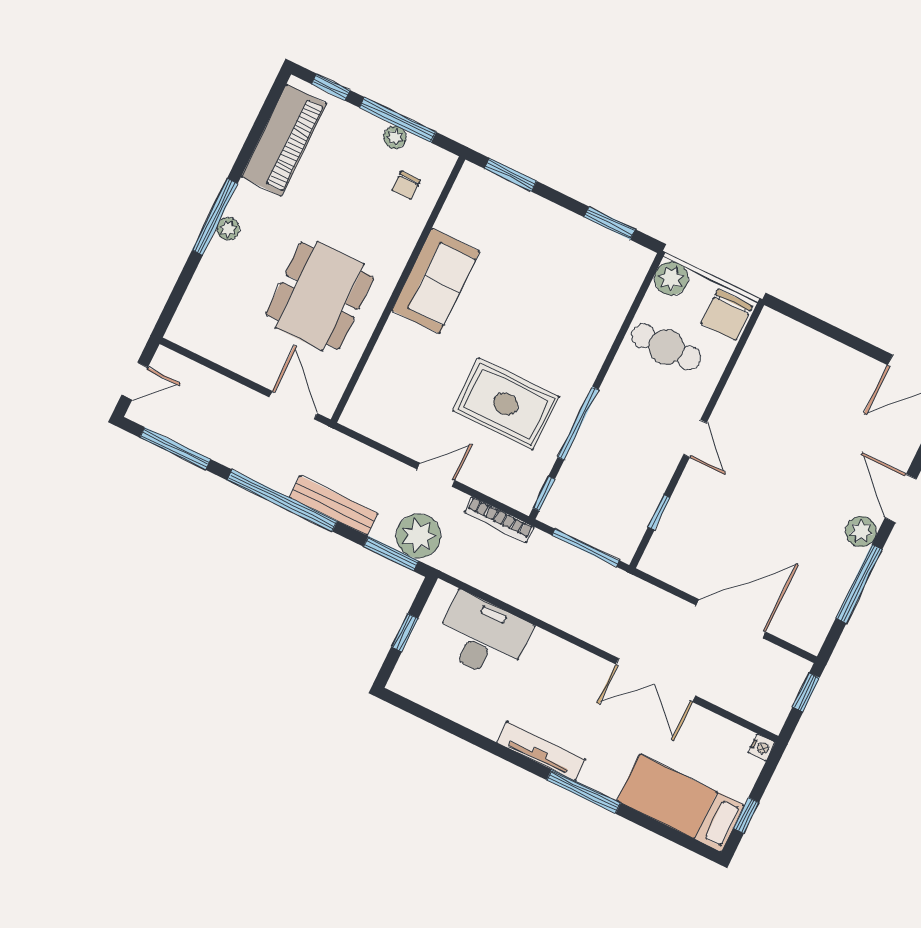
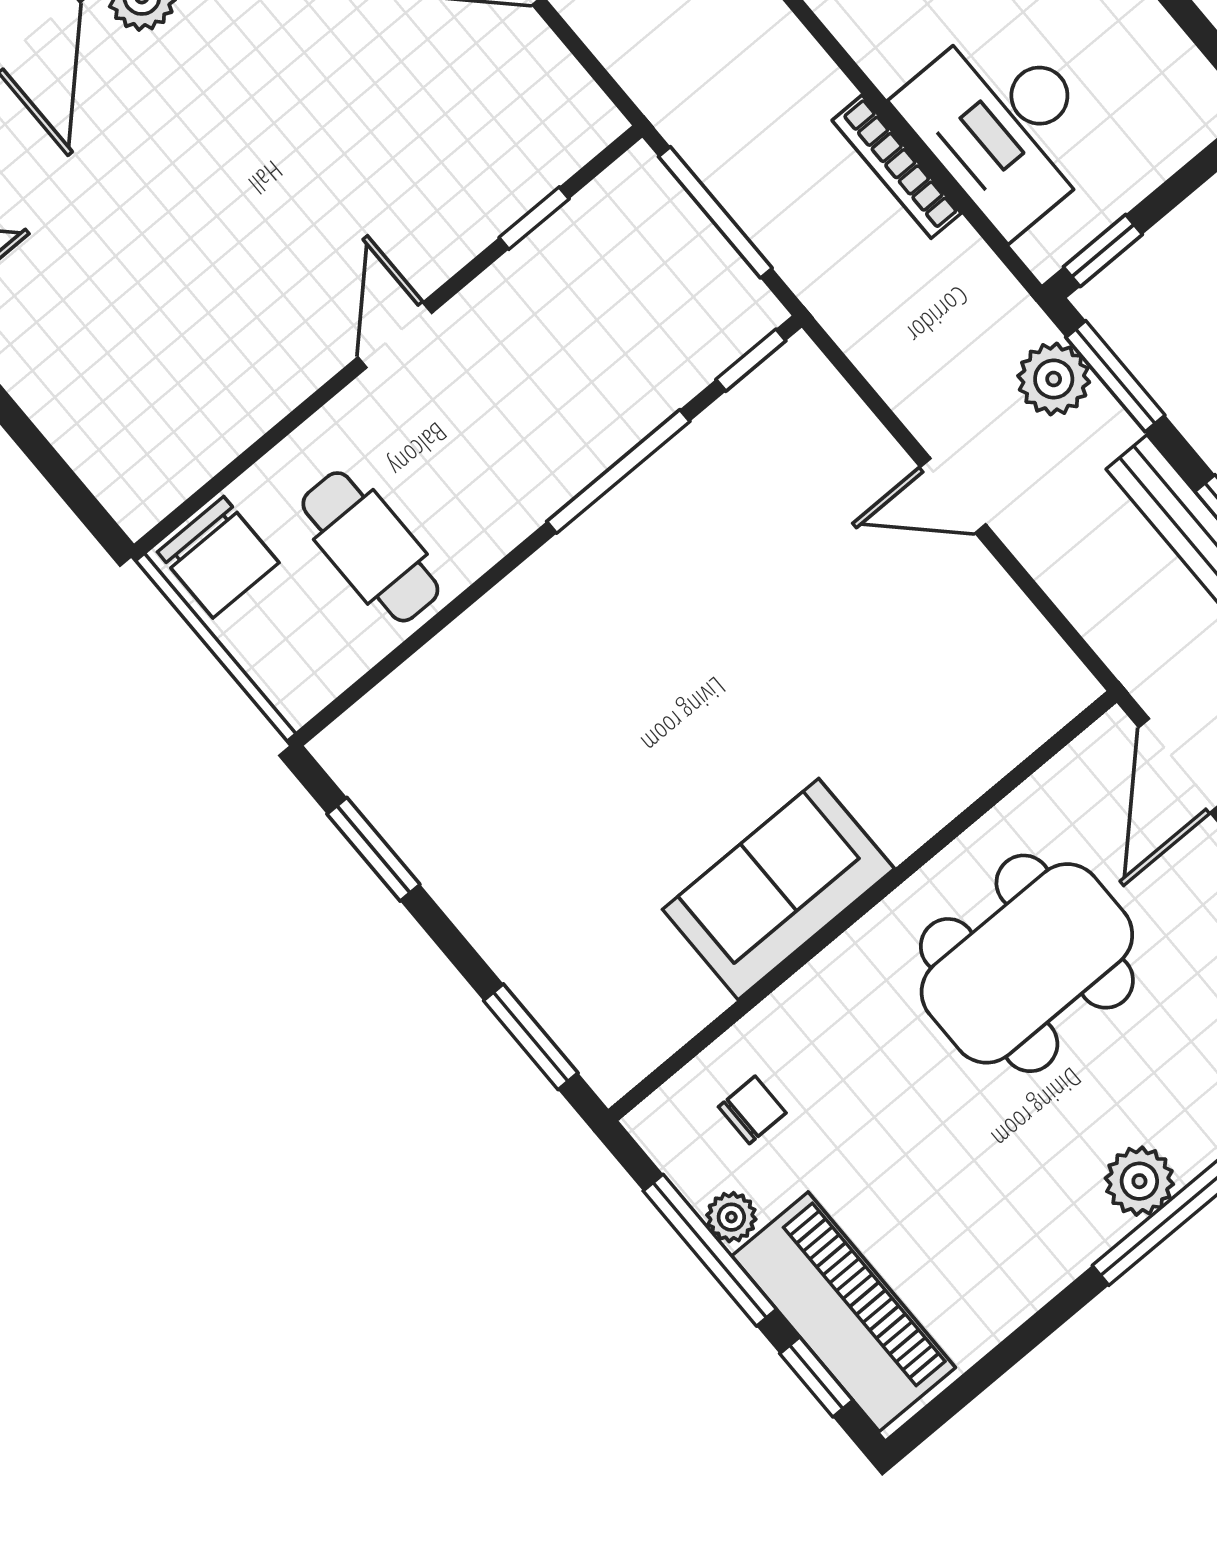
piano: (284, 140) -> (844, 1312), moved, turned 90
plant: (228, 229) -> (1139, 1181), width x1.38, depth x1.38
plant: (671, 278) -> (298, 681), removed
chair: (727, 315) -> (218, 557), turned 90
rug: (506, 404) -> (747, 576), removed
bookcase: (499, 519) -> (897, 167), moved, turned 180
plant: (418, 536) -> (1054, 379), width x0.73, depth x0.73
window: (405, 633) -> (1103, 251), moved

